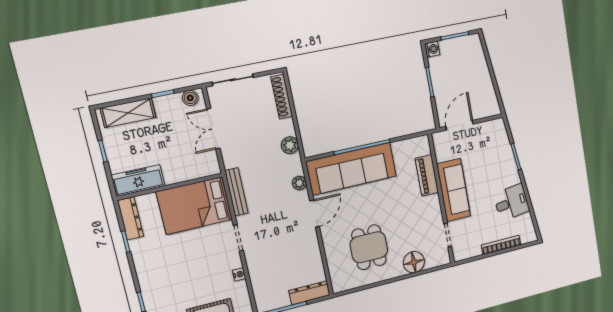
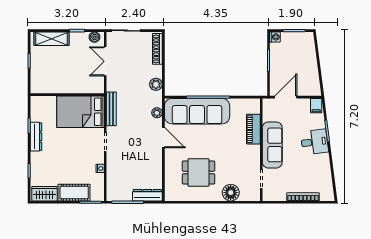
filing cabinet: (498, 128) -> (316, 106), added
freezer: (138, 180) -> (47, 86), removed
desk: (511, 202) -> (314, 142), moved
door: (315, 214) -> (163, 138), hinge flipped
dresser: (131, 218) -> (36, 137), moved
dining table: (369, 247) -> (198, 172), turned 90

